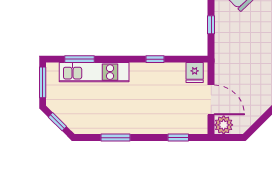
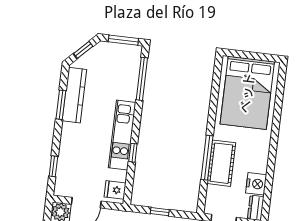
window: (80, 59) -> (142, 79), width x1.44
kitchen unit: (94, 72) -> (122, 135), moved
kitchen counter: (104, 125) -> (74, 95), added

